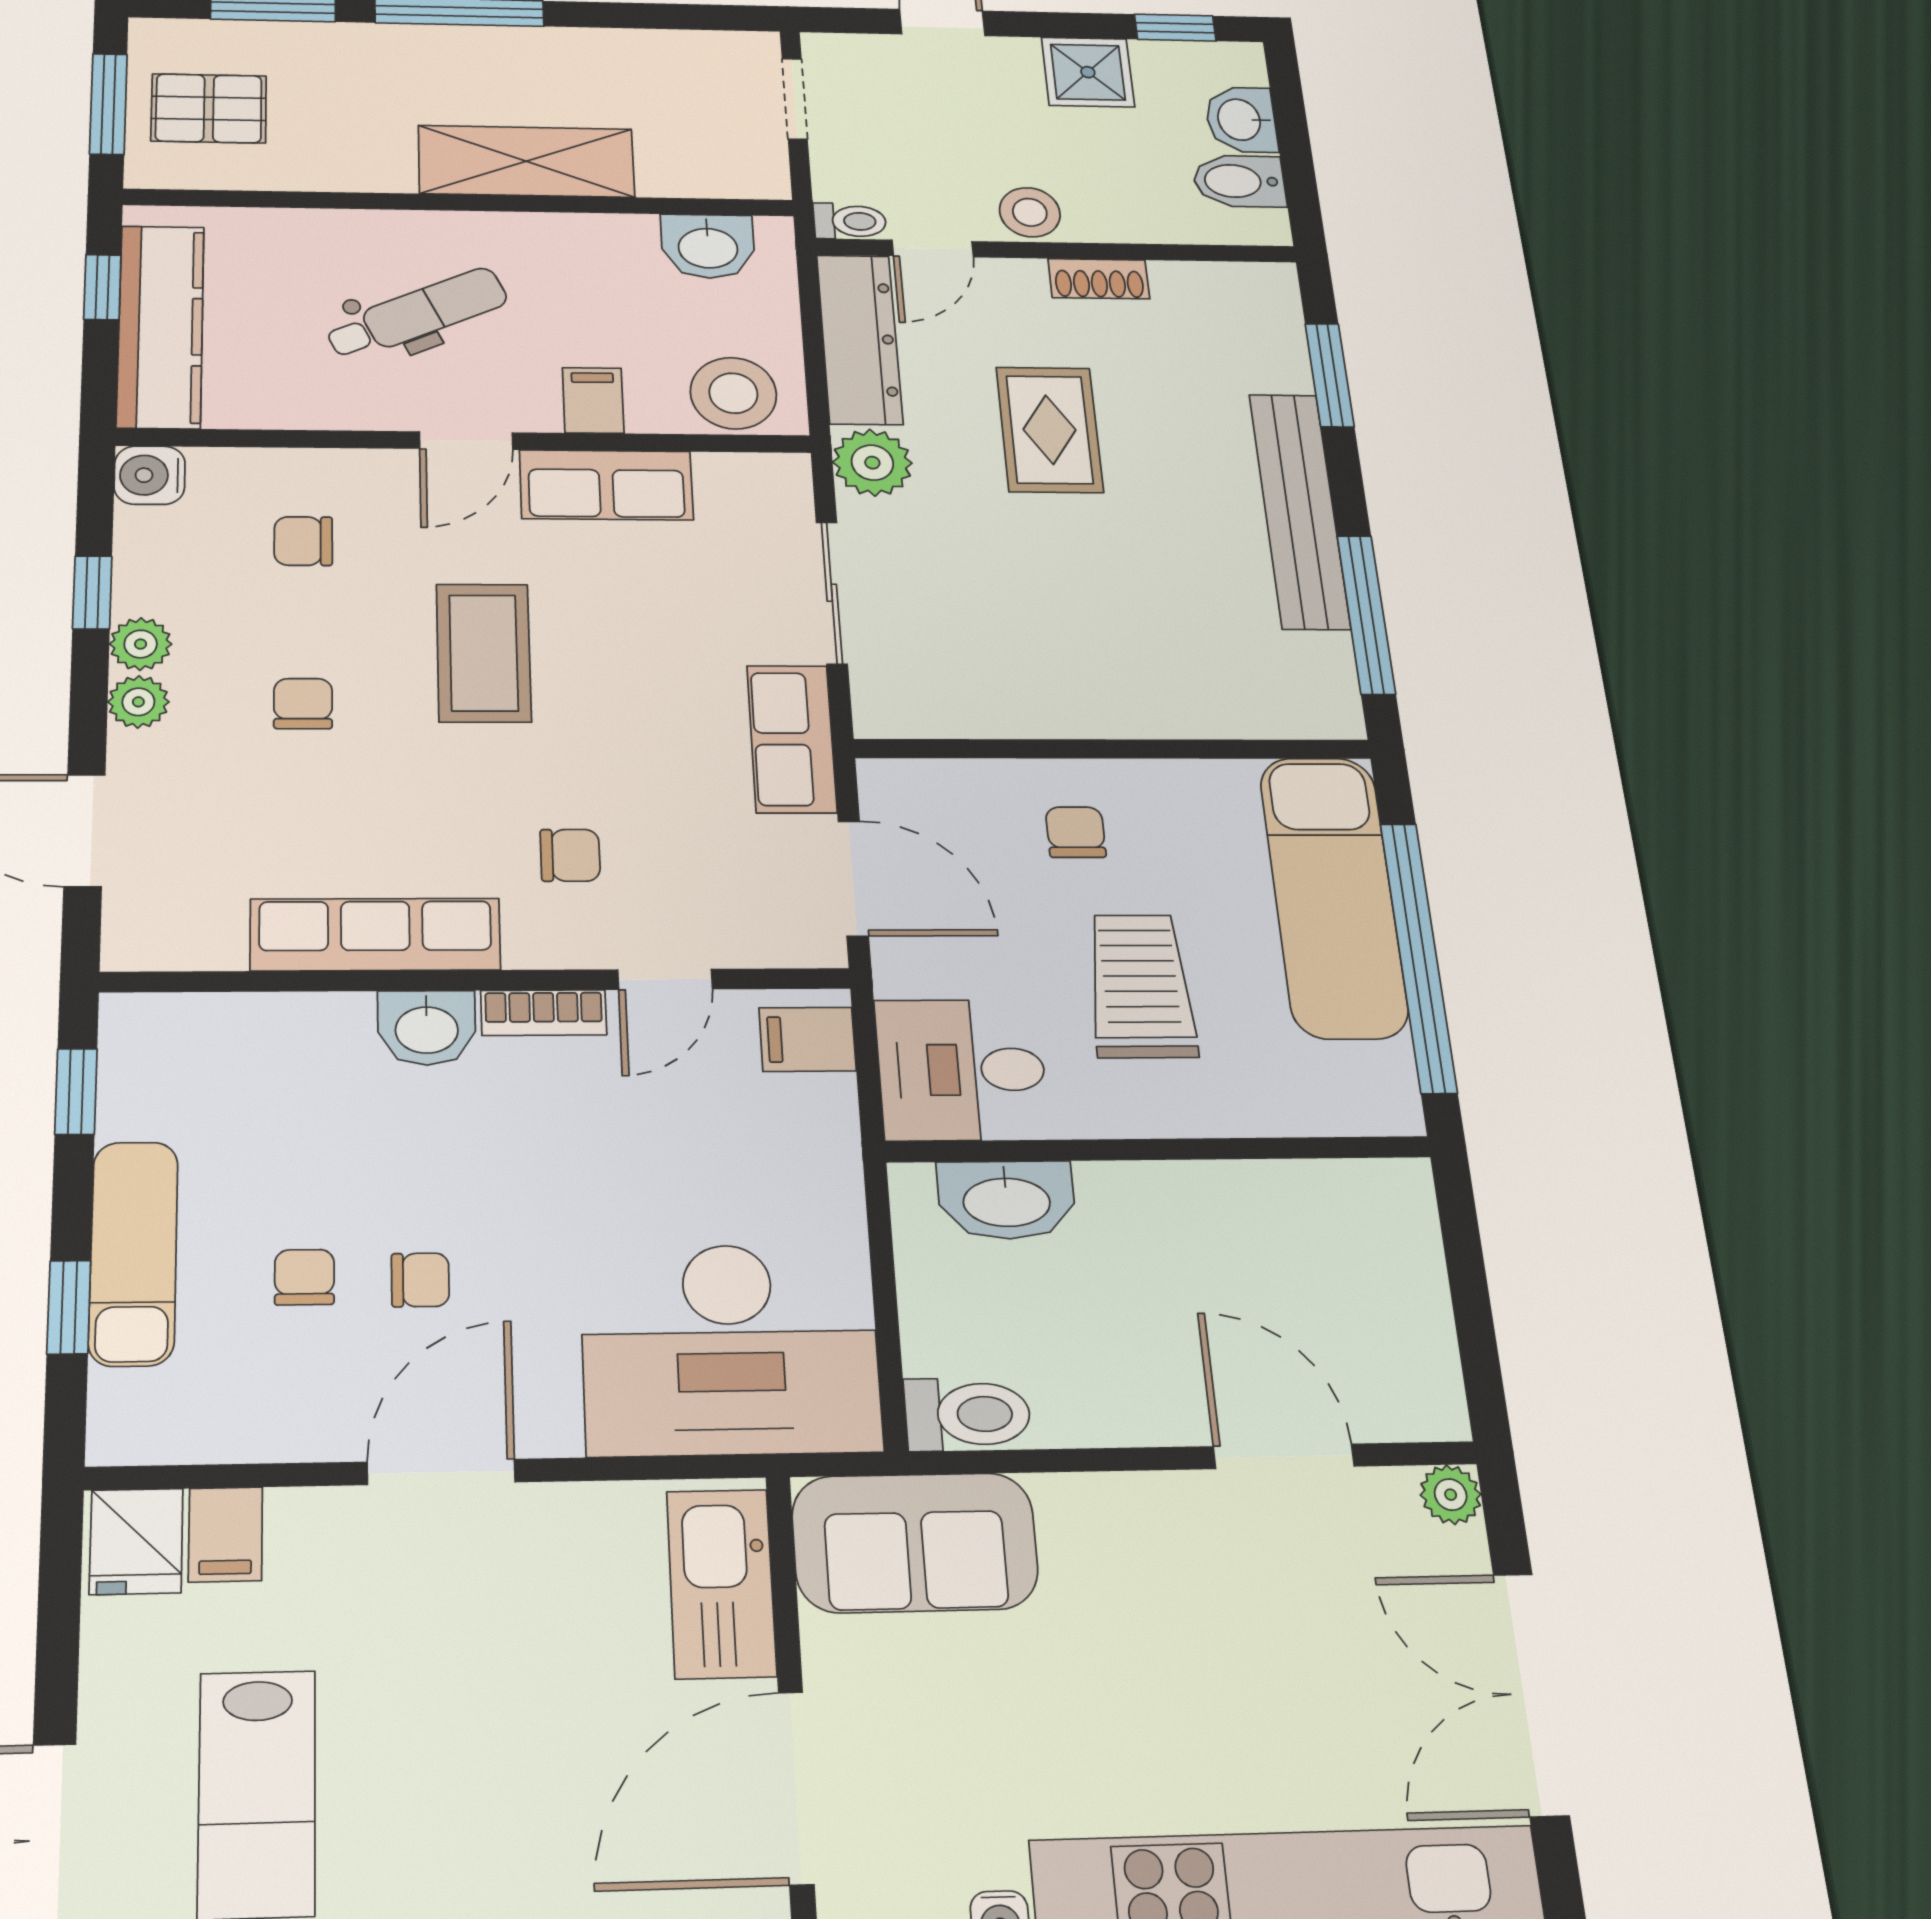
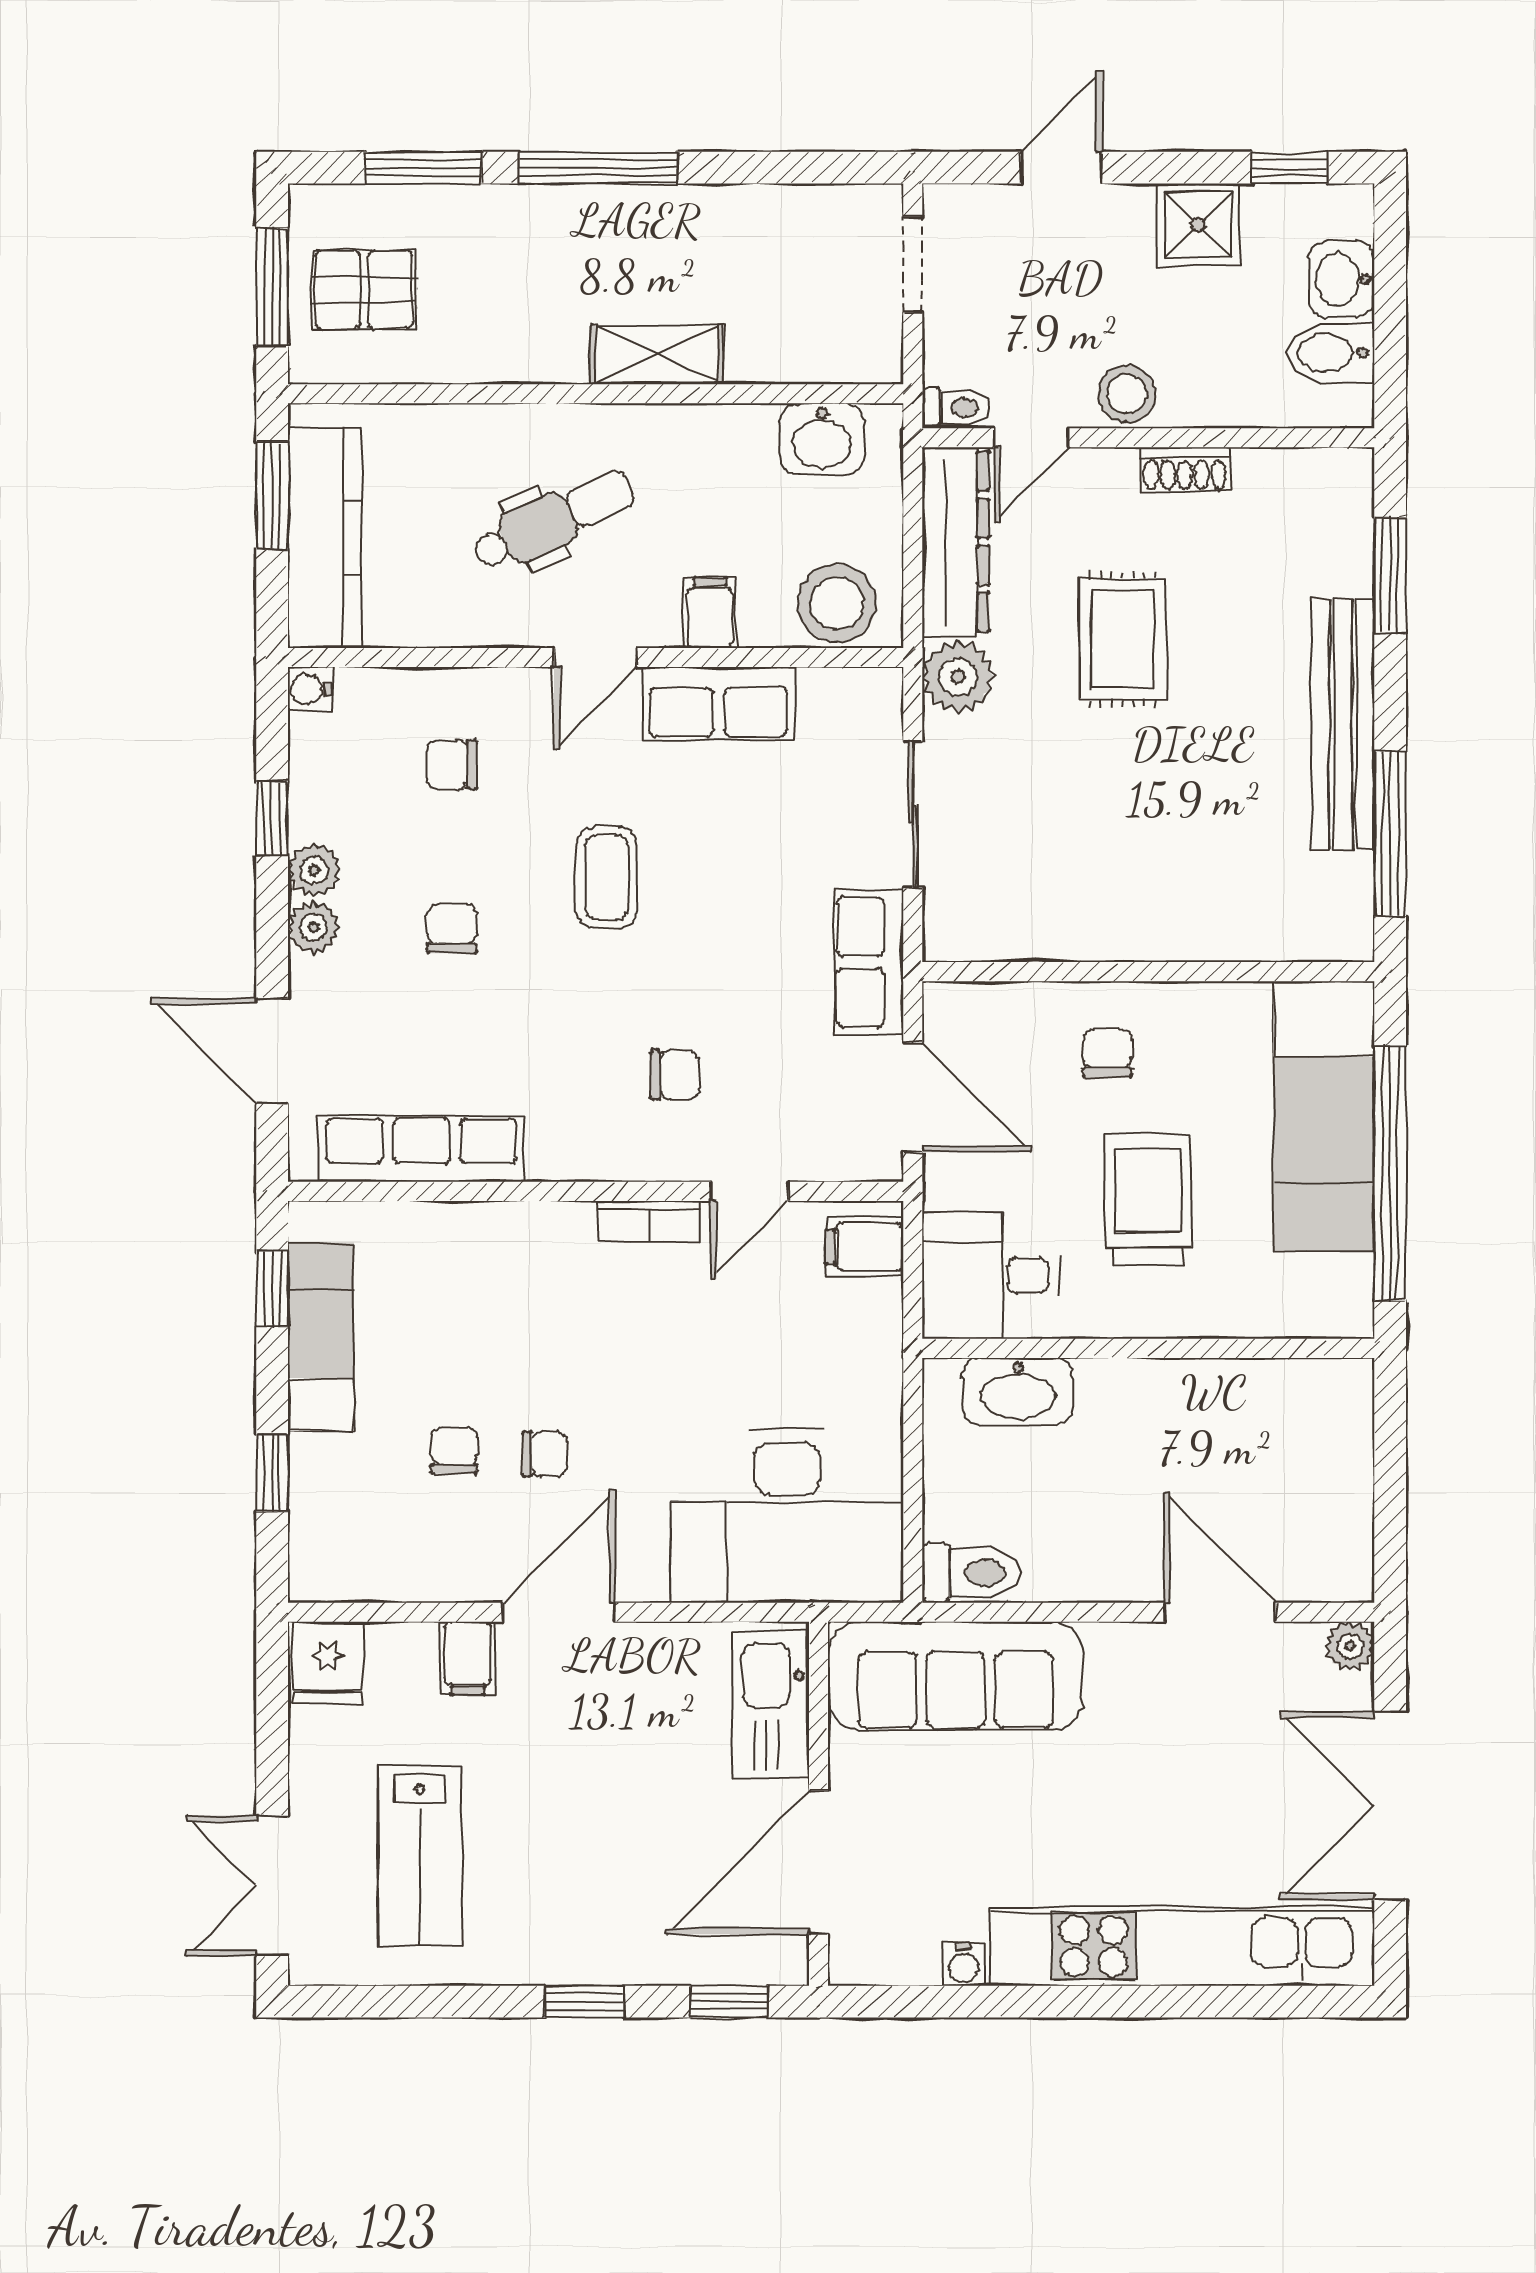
shelving: (526, 161) -> (657, 355), width x0.67, depth x0.75
window: (102, 287) -> (272, 496), width x1.50
water cooler: (150, 475) -> (310, 689), width x0.72, depth x0.72
coffee table: (484, 653) -> (606, 877), width x0.73, depth x0.77
row of seats: (375, 934) -> (421, 1149), moved
washbasin: (427, 1028) -> (553, 1234), removed
exam couch: (133, 1253) -> (321, 1337), moved
filing cabinet: (225, 1534) -> (468, 1658), moved
sofa: (915, 1542) -> (956, 1676), width x1.36

